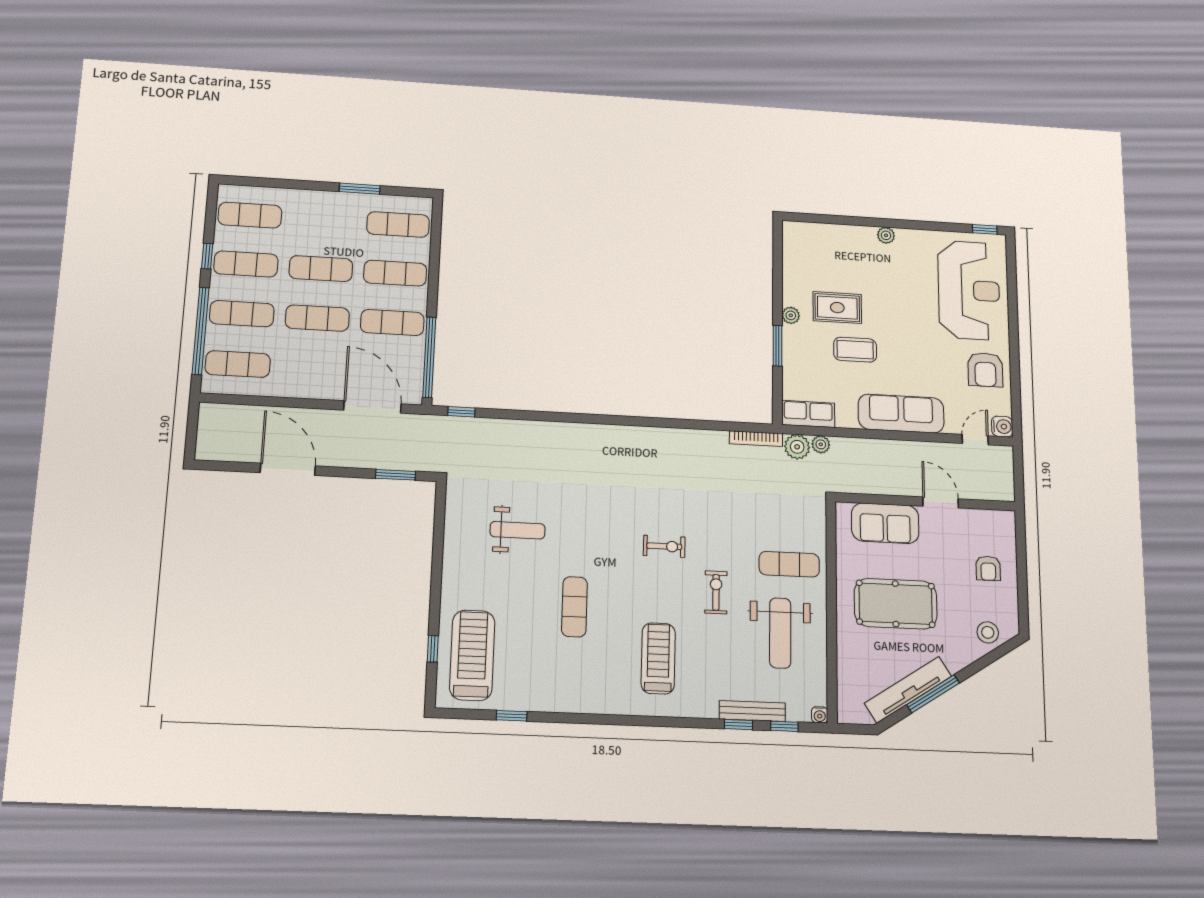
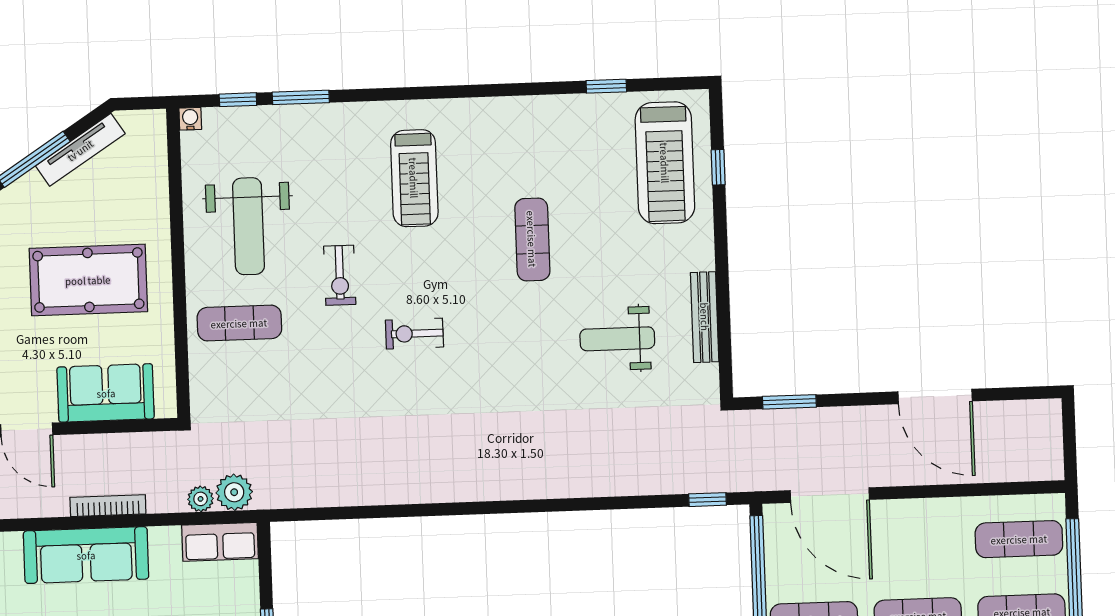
bookcase: (756, 439) -> (108, 506), moved
weight bench: (780, 633) -> (248, 226), turned 180
tv unit: (908, 690) -> (80, 150), width x0.73, depth x0.78
bench: (752, 711) -> (705, 317), moved, turned 90
window: (738, 725) -> (301, 97), width x1.50

